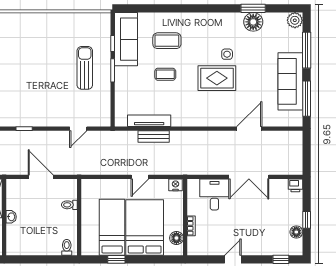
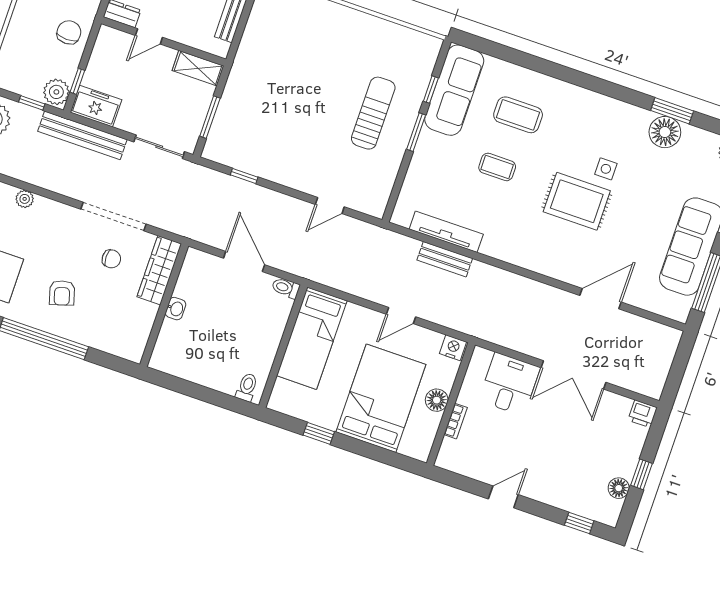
toilet: (69, 205) -> (286, 288), moved
bed: (112, 227) -> (312, 338), moved, turned 180
floor lamp: (176, 238) -> (437, 400), moved

